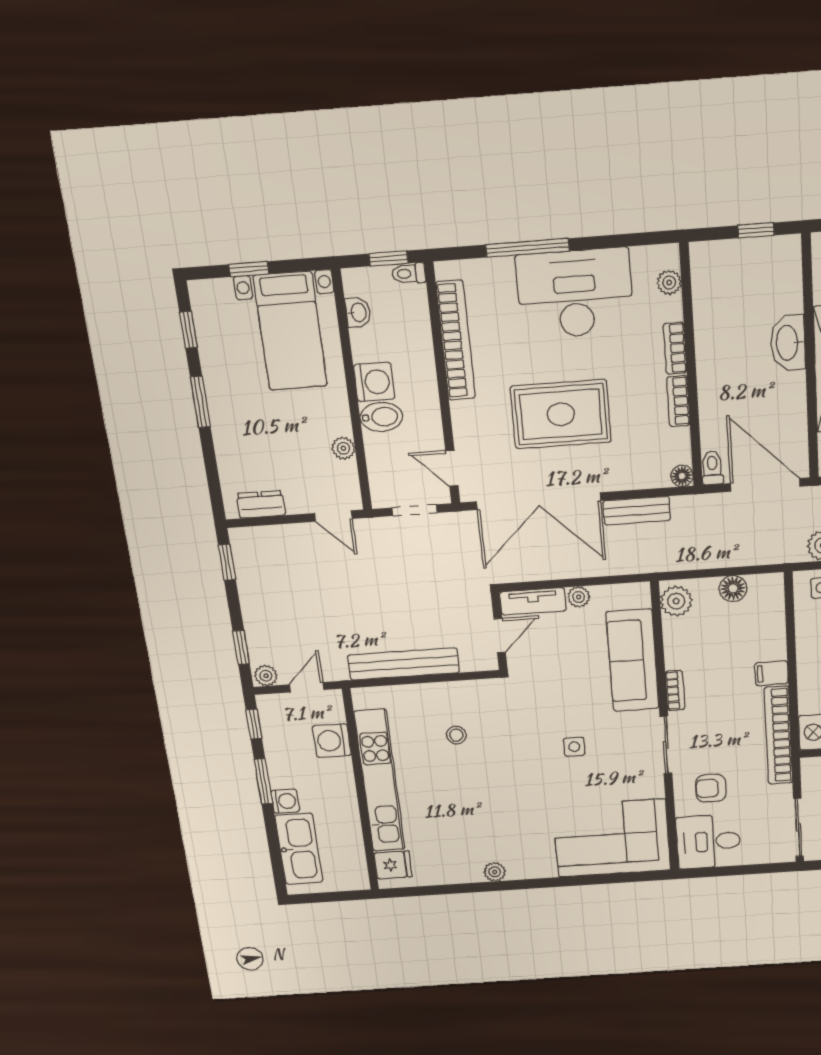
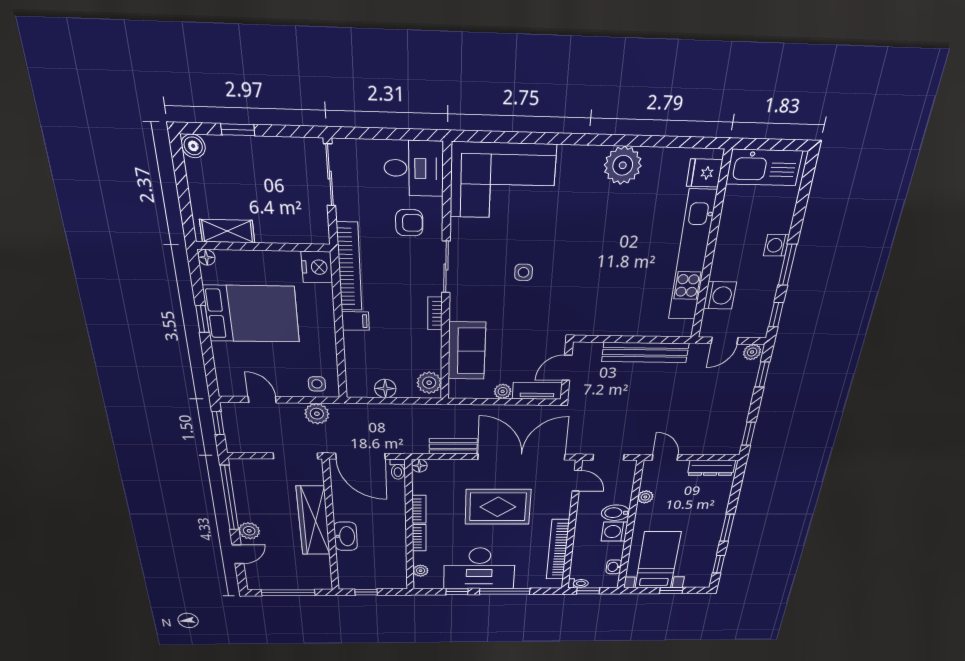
window: (606, 242) -> (457, 592), added
dresser: (261, 504) -> (711, 468), width x1.44
sofa: (633, 660) -> (467, 351), width x0.73
stool: (456, 735) -> (619, 291), removed
kitchen sink: (299, 849) -> (764, 167), moved, turned -90
plant: (495, 872) -> (623, 165), width x1.87, depth x1.87

